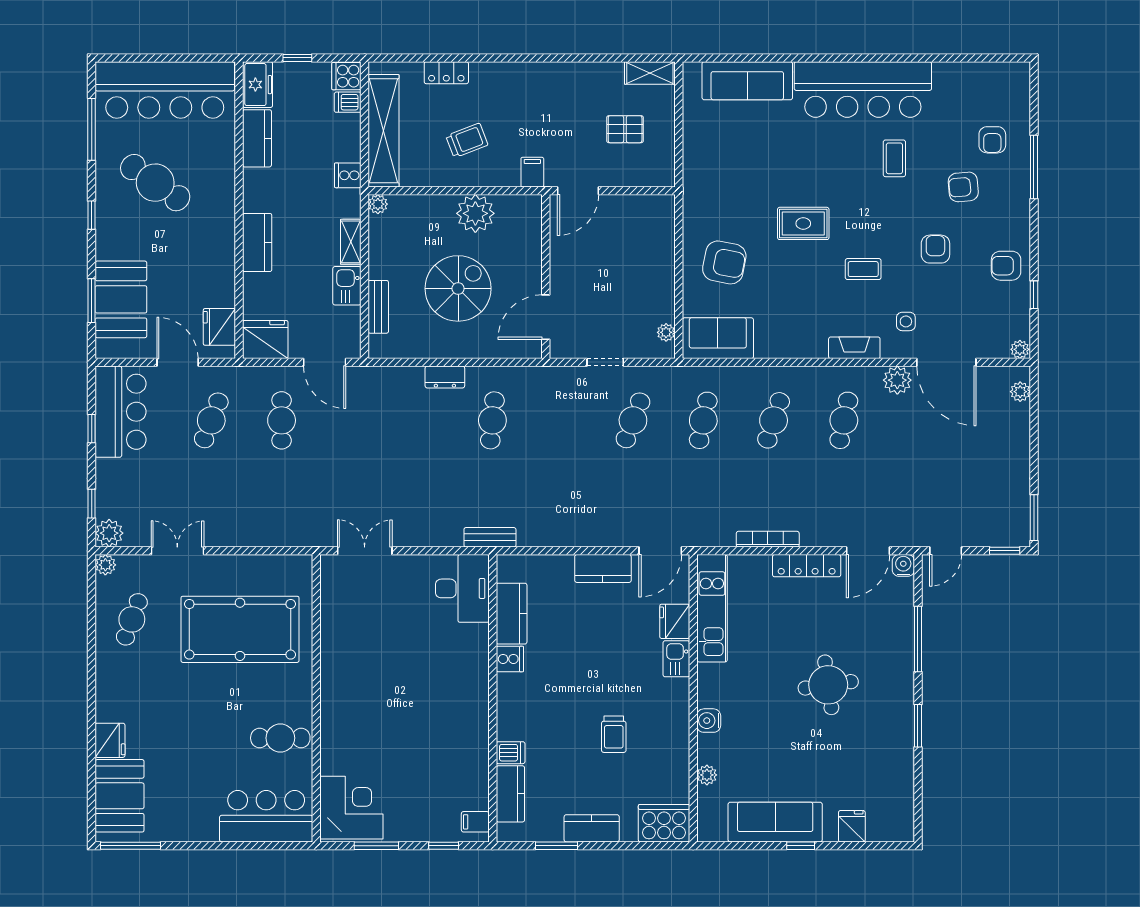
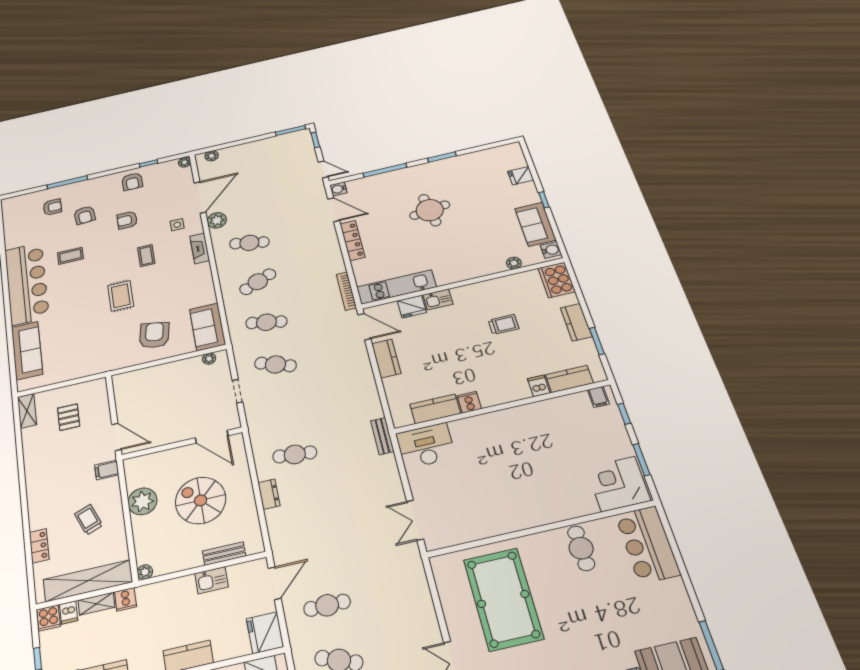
shelving: (351, 242) -> (96, 604), moved
cafe table: (774, 420) -> (258, 282), turned -42
bookcase: (768, 539) -> (346, 291), moved
water cooler: (709, 721) -> (551, 250), moved, turned -90
sofa: (775, 822) -> (535, 224), width x0.73

